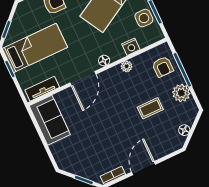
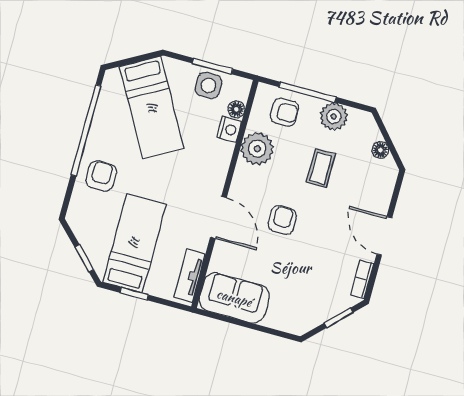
floor lamp: (104, 61) -> (236, 109), moved
plant: (127, 66) -> (257, 149), width x1.88, depth x1.88
armchair: (109, 111) -> (282, 220), added

